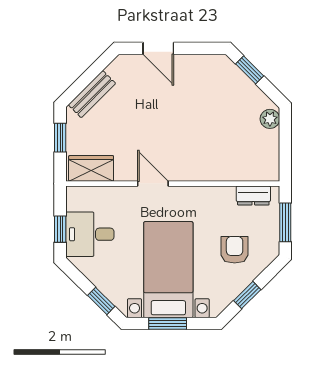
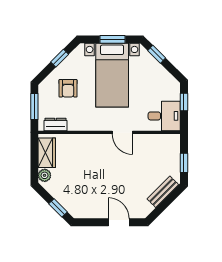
wardrobe: (91, 168) -> (47, 153), moved, turned -90
desk: (90, 234) -> (164, 116), moved

